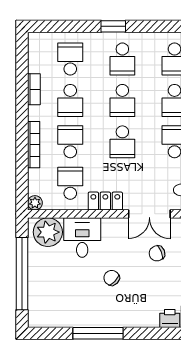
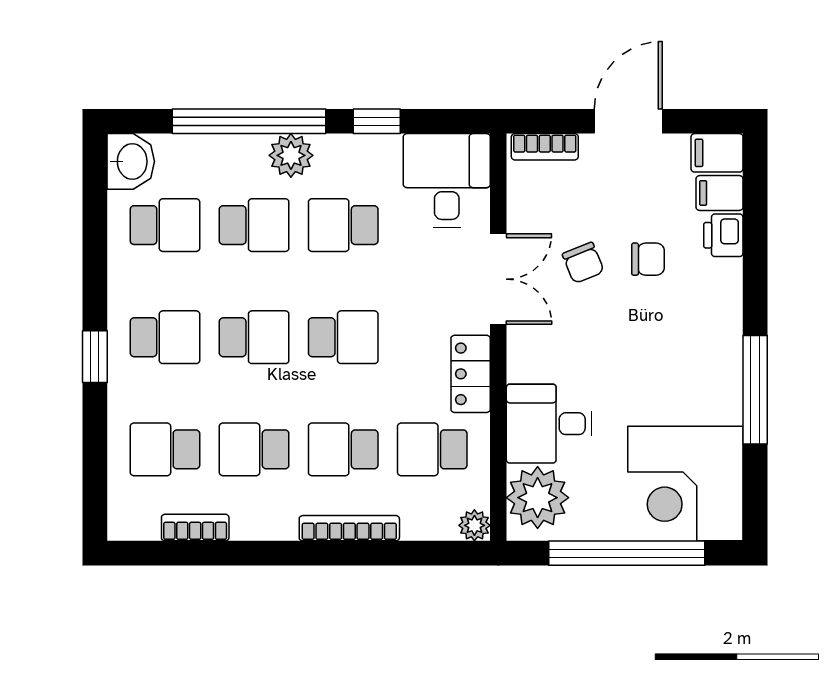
bookcase: (34, 89) -> (195, 528), moved
school desk: (70, 100) -> (254, 449), turned 180
chair: (112, 278) -> (648, 259), moved, turned -134
corner desk: (54, 301) -> (685, 484), added

